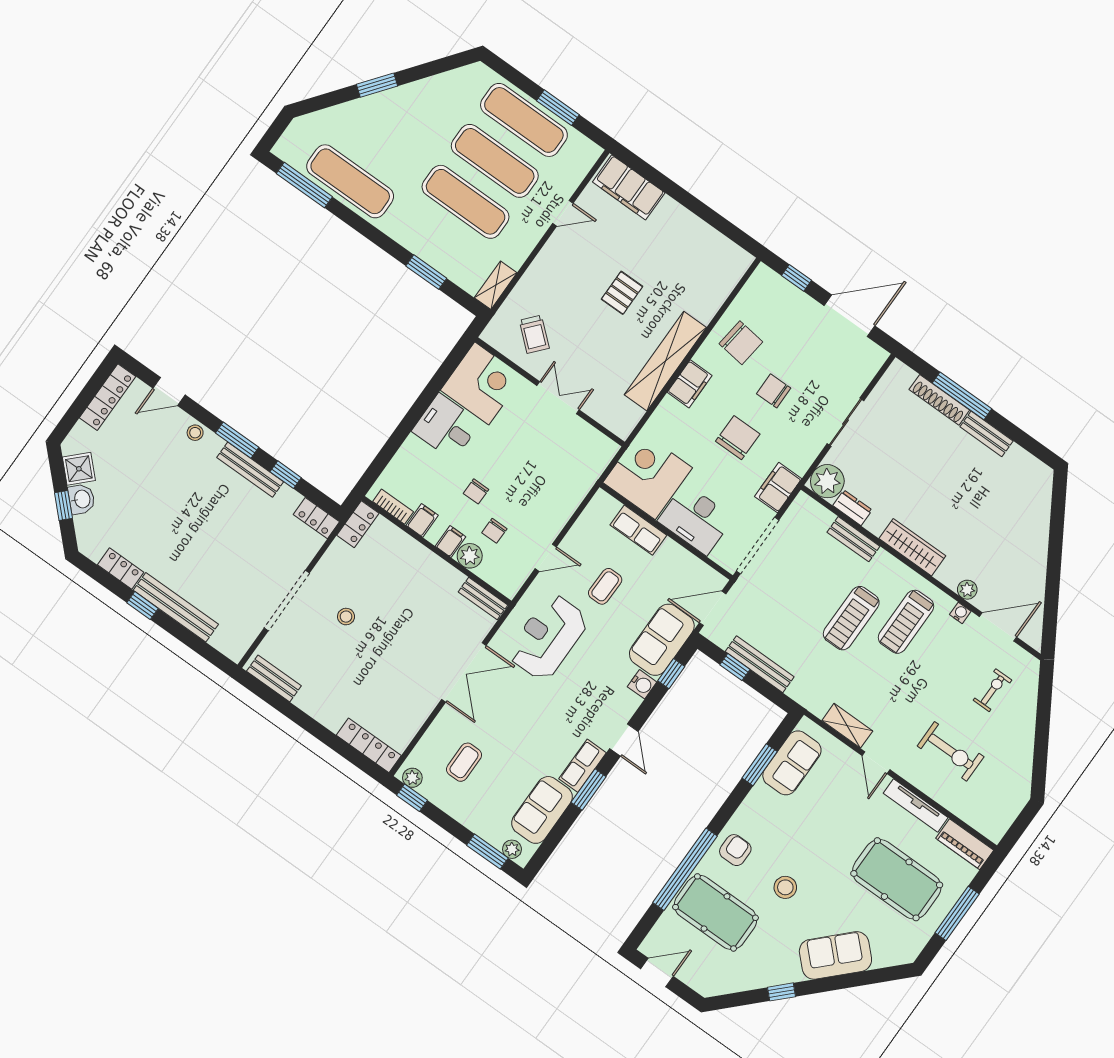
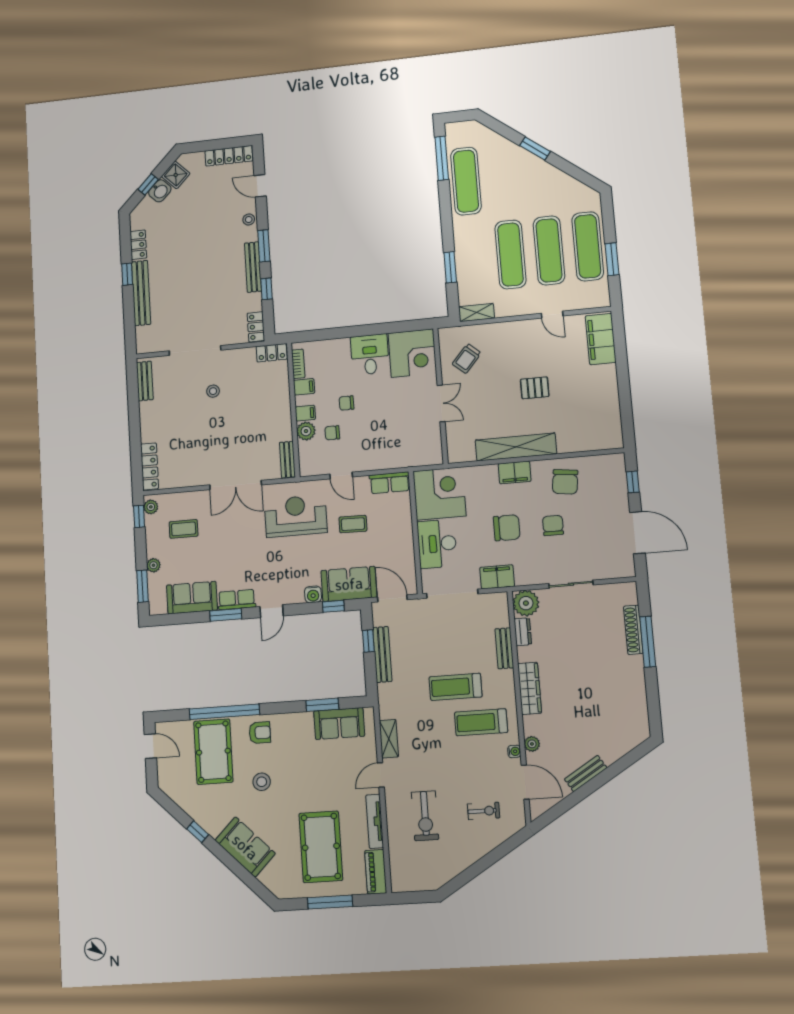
bench: (986, 434) -> (586, 773), moved, turned 59
row of seats: (638, 530) -> (390, 483), moved, turned -90
plant: (512, 849) -> (153, 565), moved

